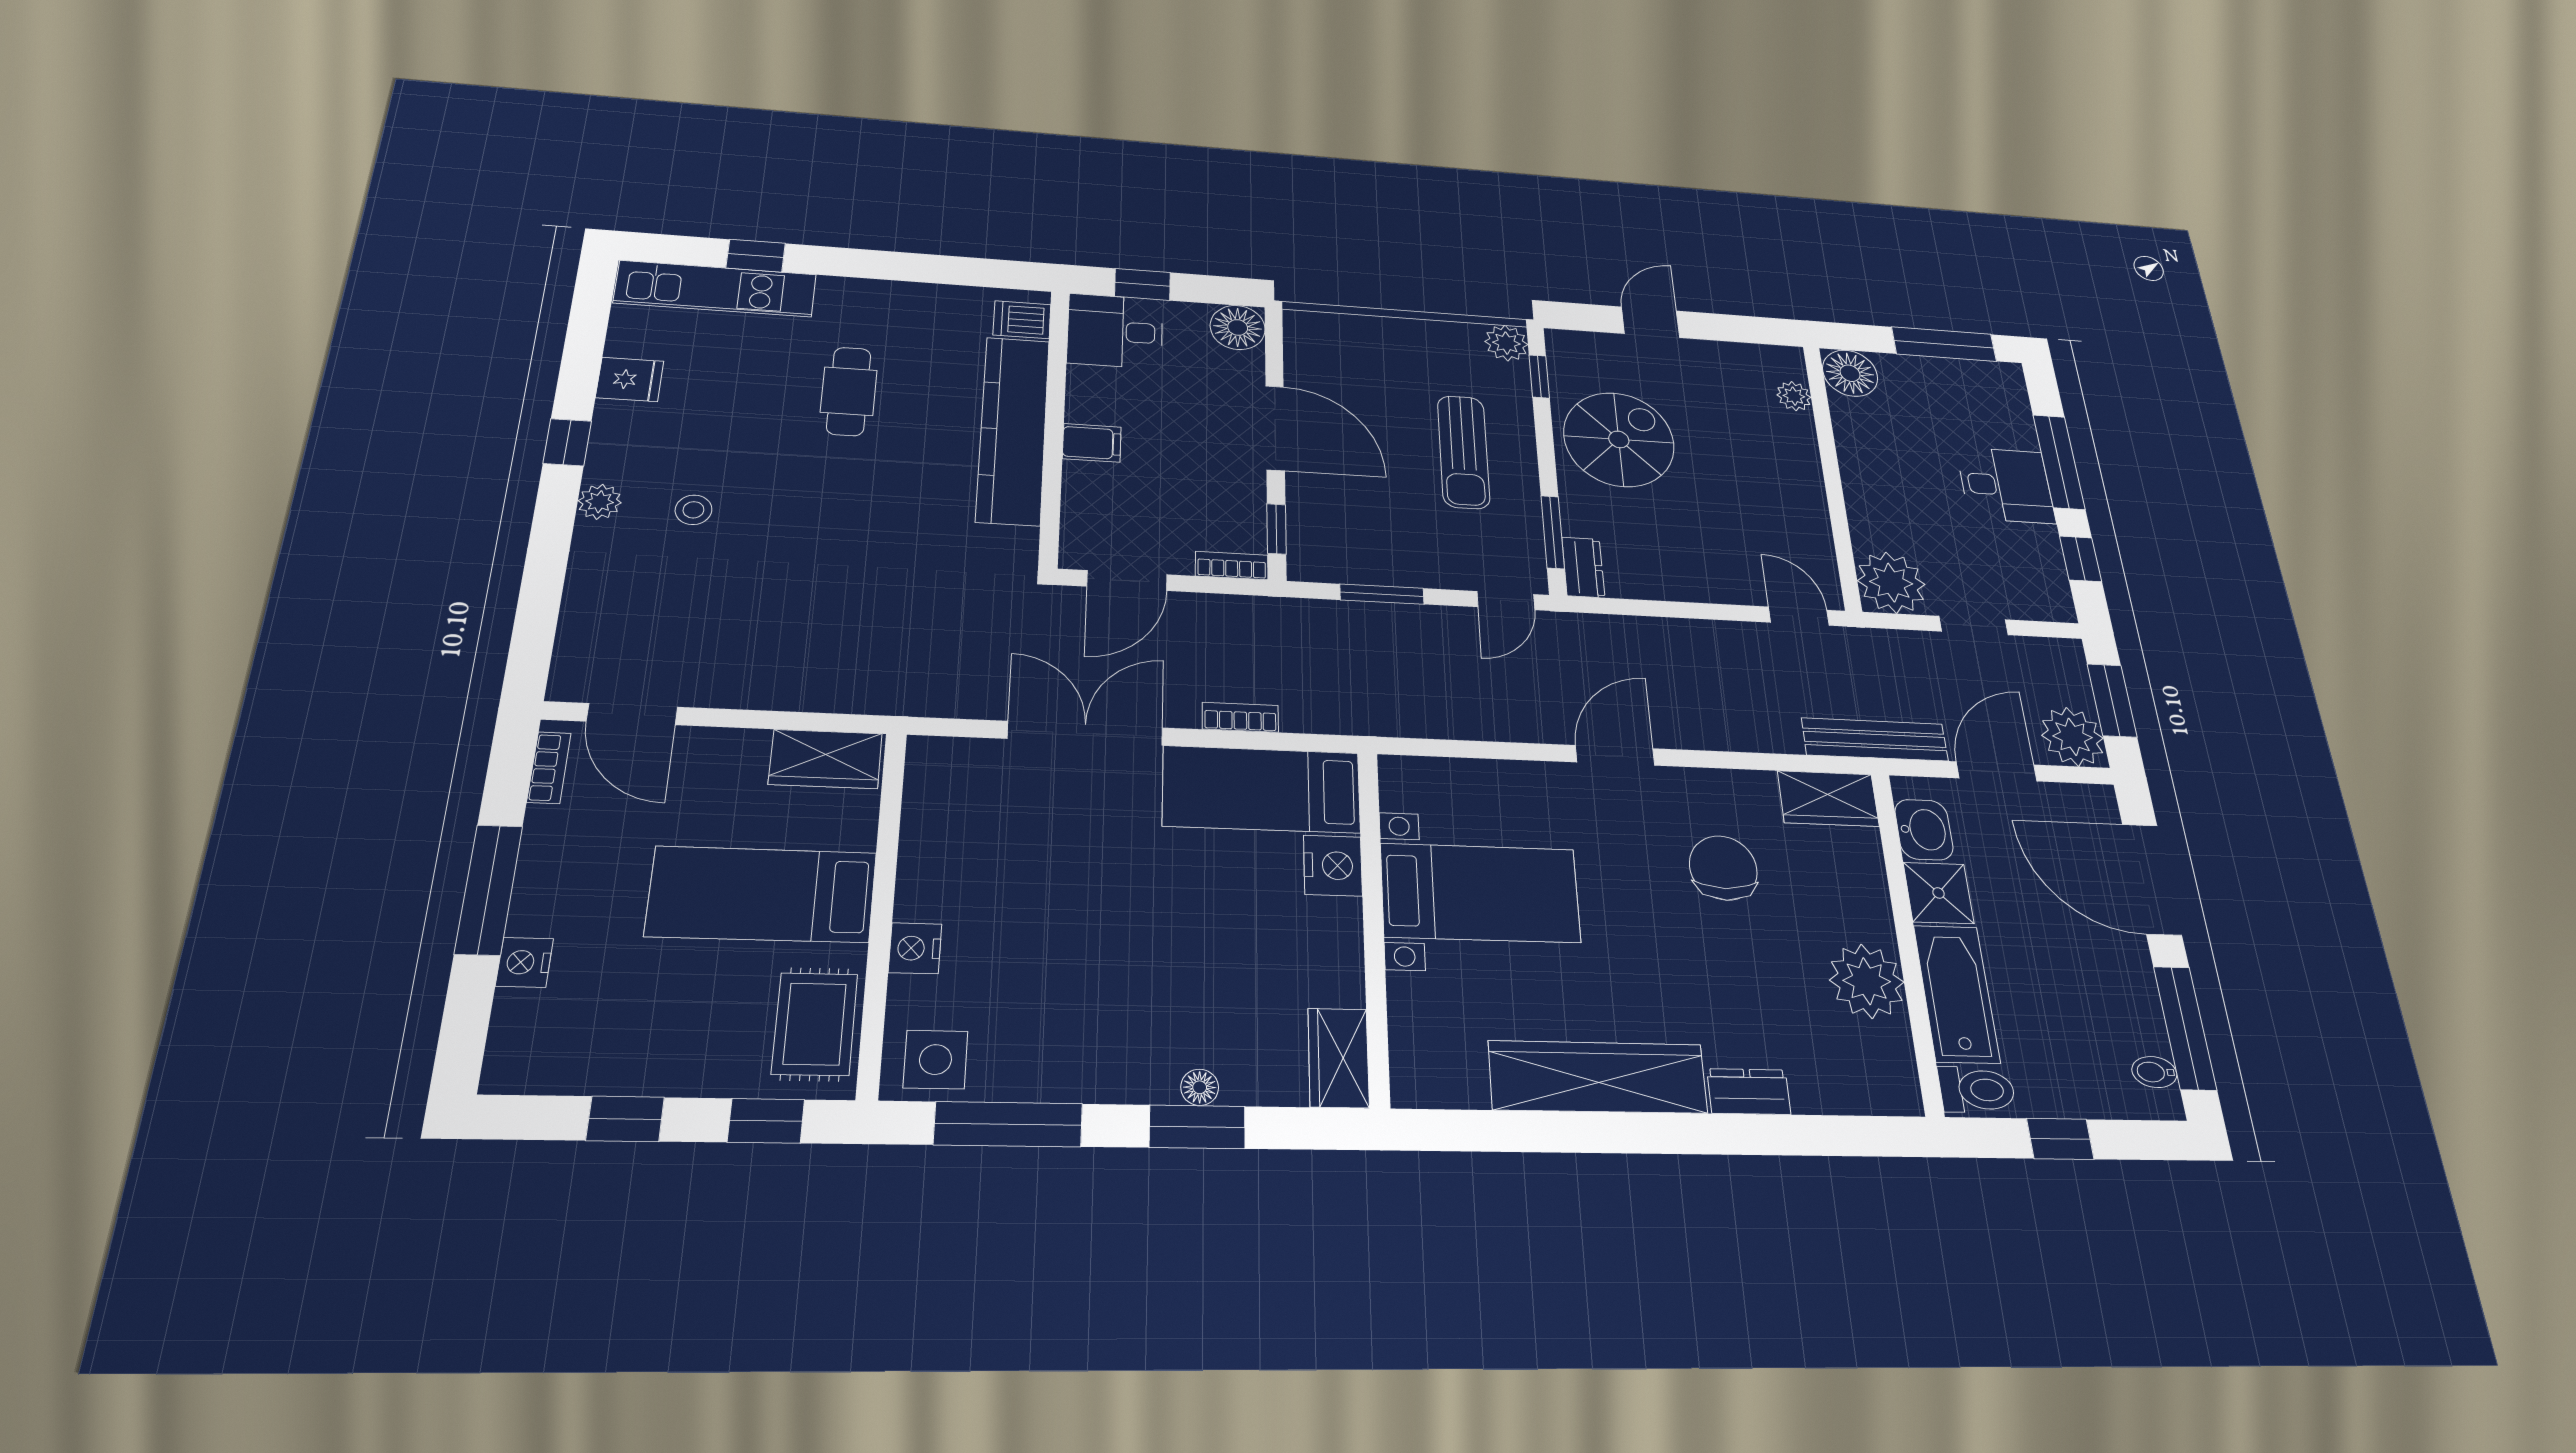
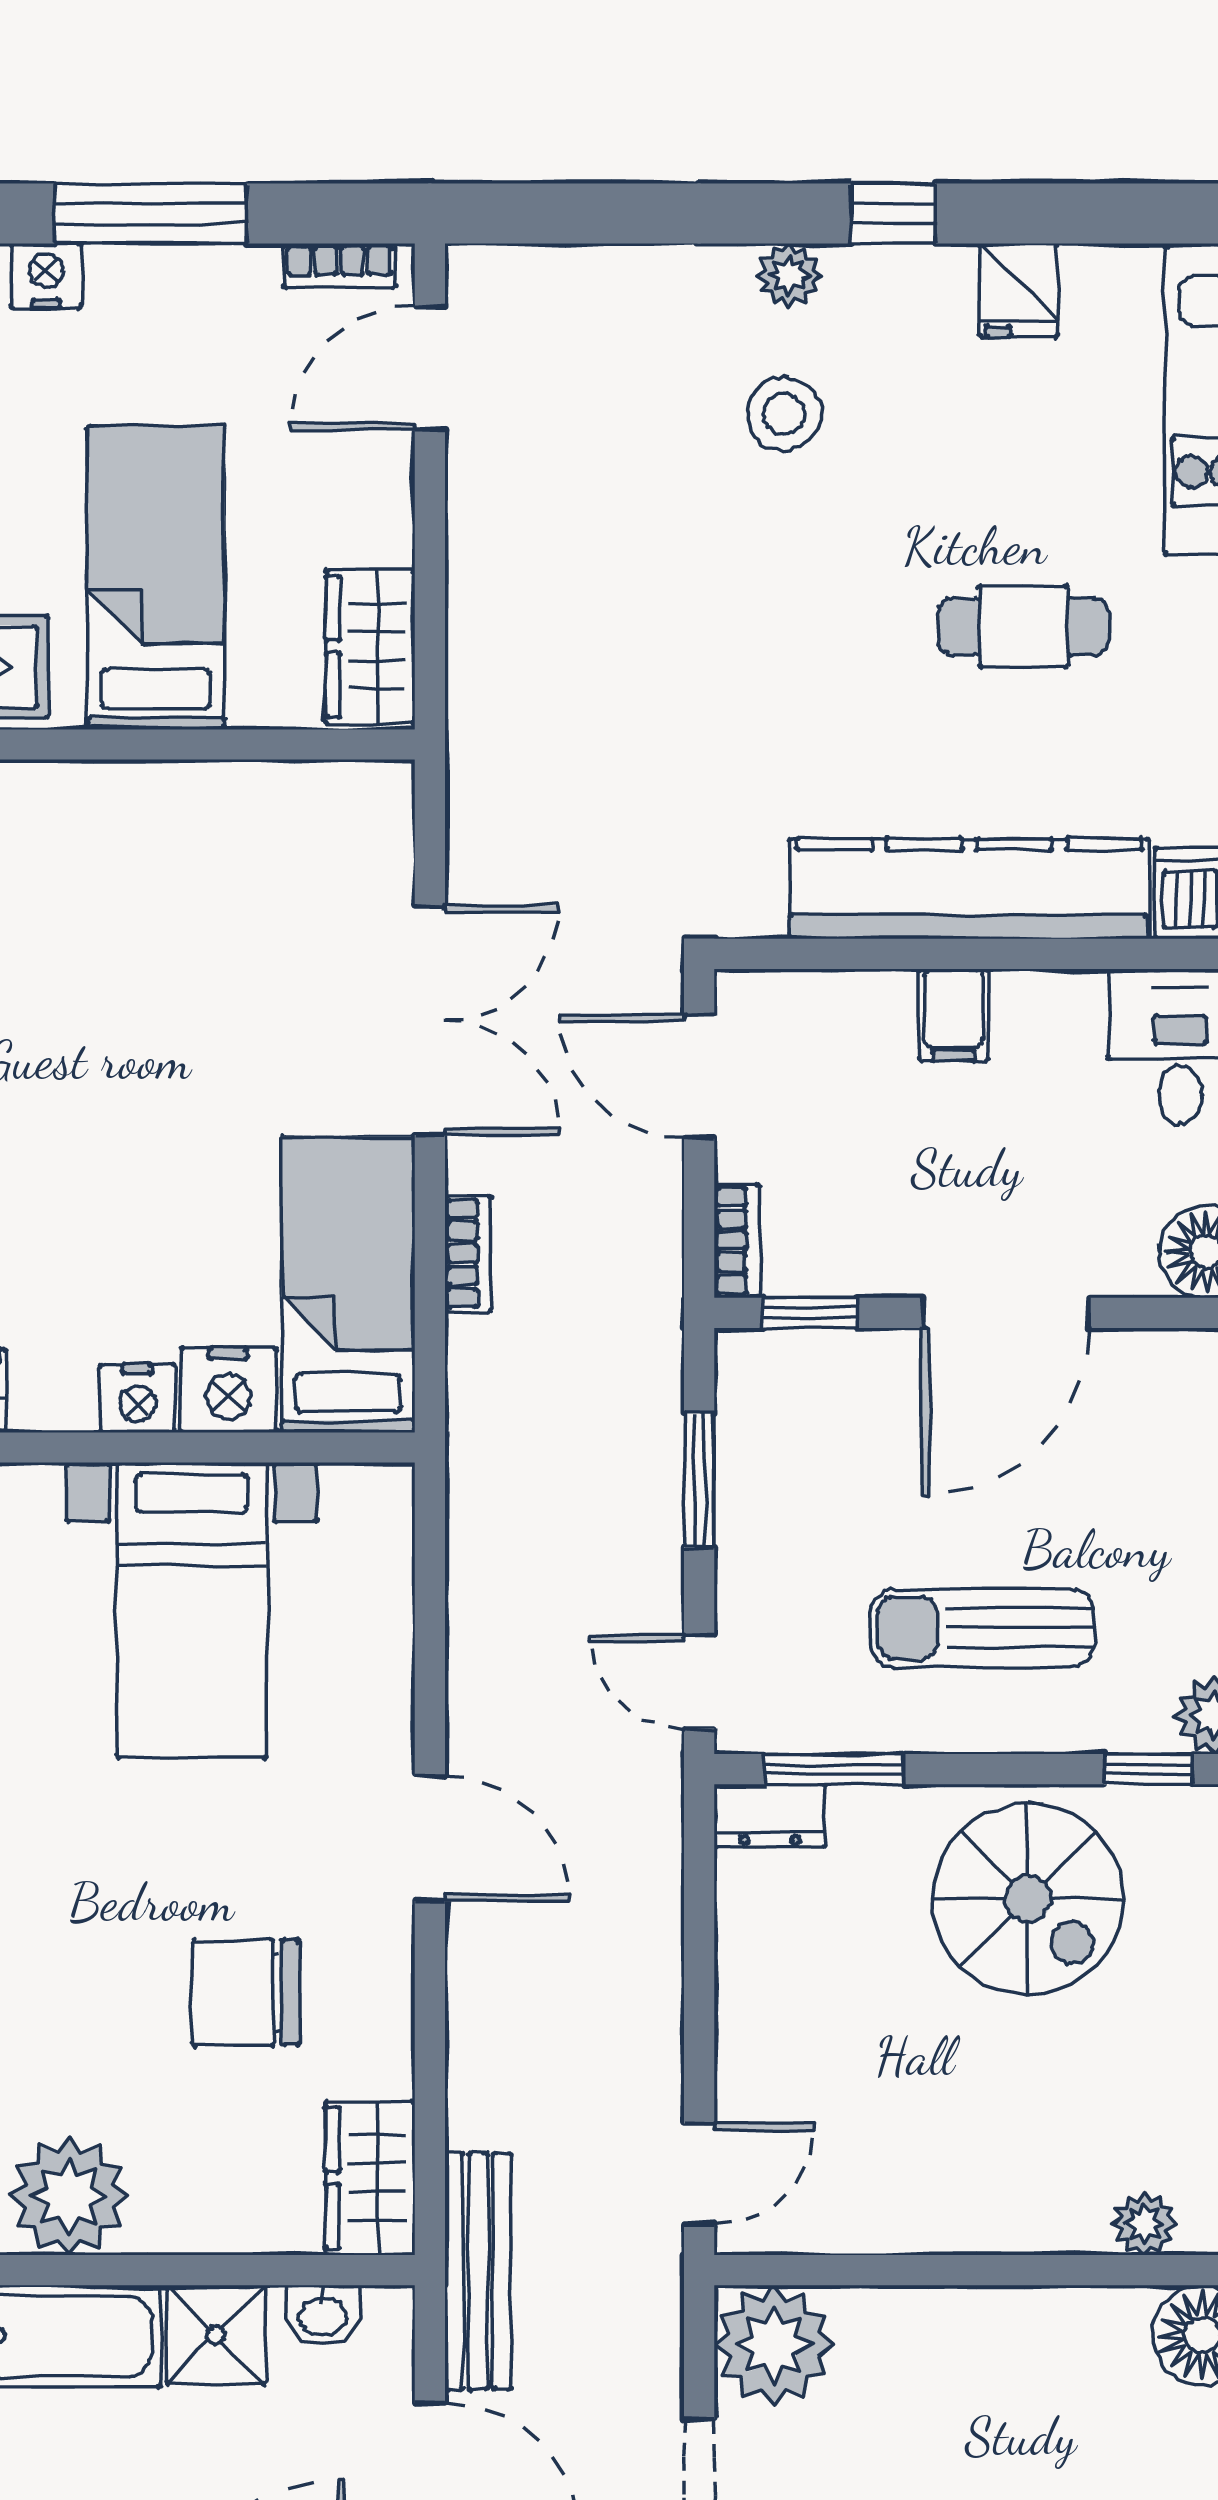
stool: (693, 510) -> (784, 414), width x1.37, depth x1.37
washbasin: (1924, 830) -> (323, 2315), width x0.72, depth x0.69
chair: (1723, 868) -> (246, 1992), turned 180
nightstand: (915, 948) -> (137, 1398), moved, turned 180

